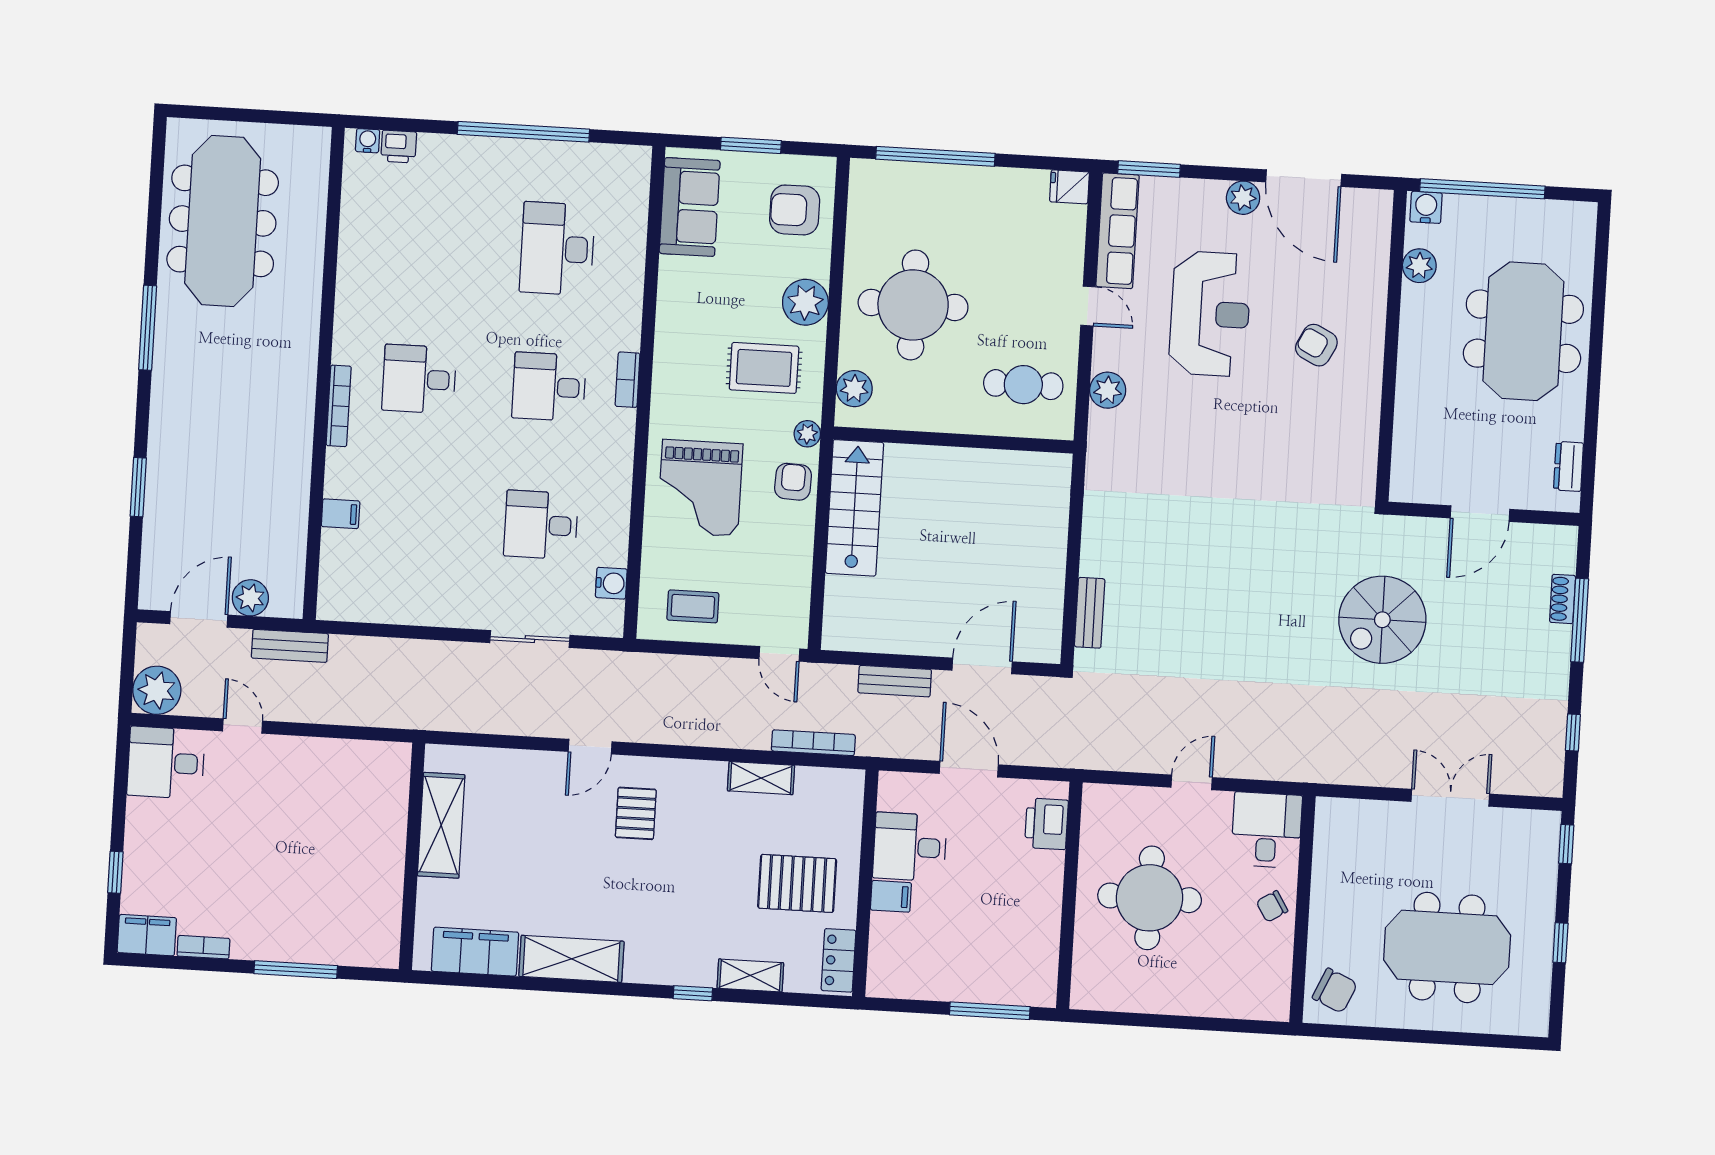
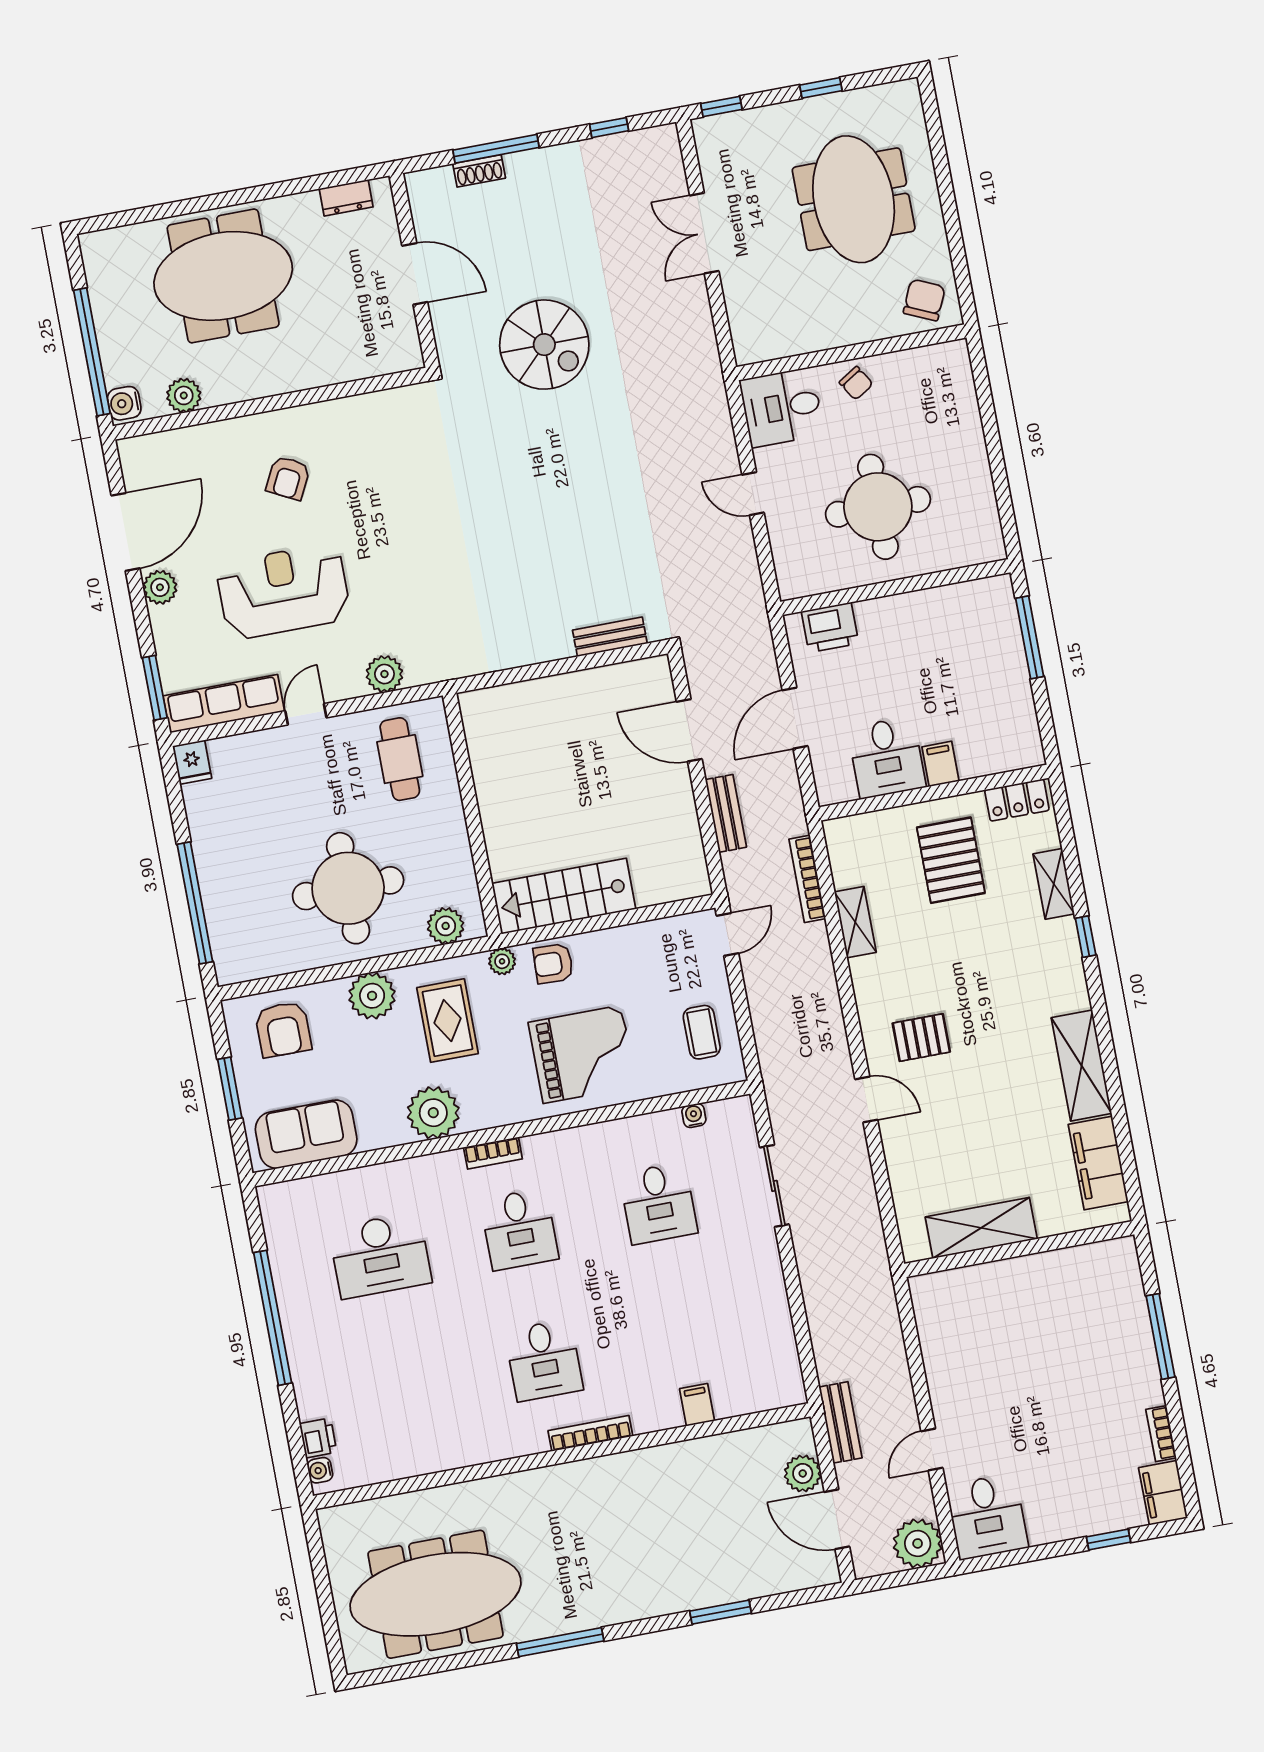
plant: (680, 333) -> (433, 1113), added
water cooler: (611, 583) -> (694, 1115), width x0.72, depth x0.72

